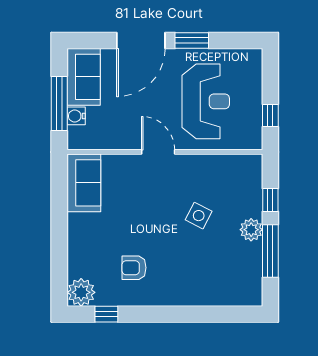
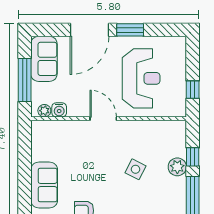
water cooler: (76, 116) -> (59, 110), moved, turned -90
plant: (84, 142) -> (44, 111), added
sofa: (84, 183) -> (44, 185), moved
plant: (251, 230) -> (177, 167), moved

